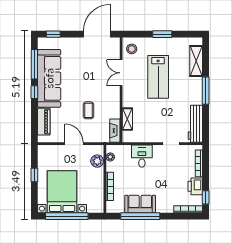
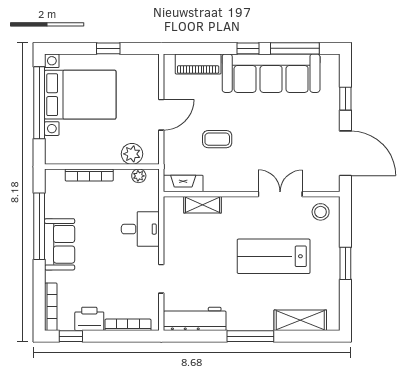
window: (53, 34) -> (345, 99), moved
sofa: (140, 204) -> (60, 244), moved

